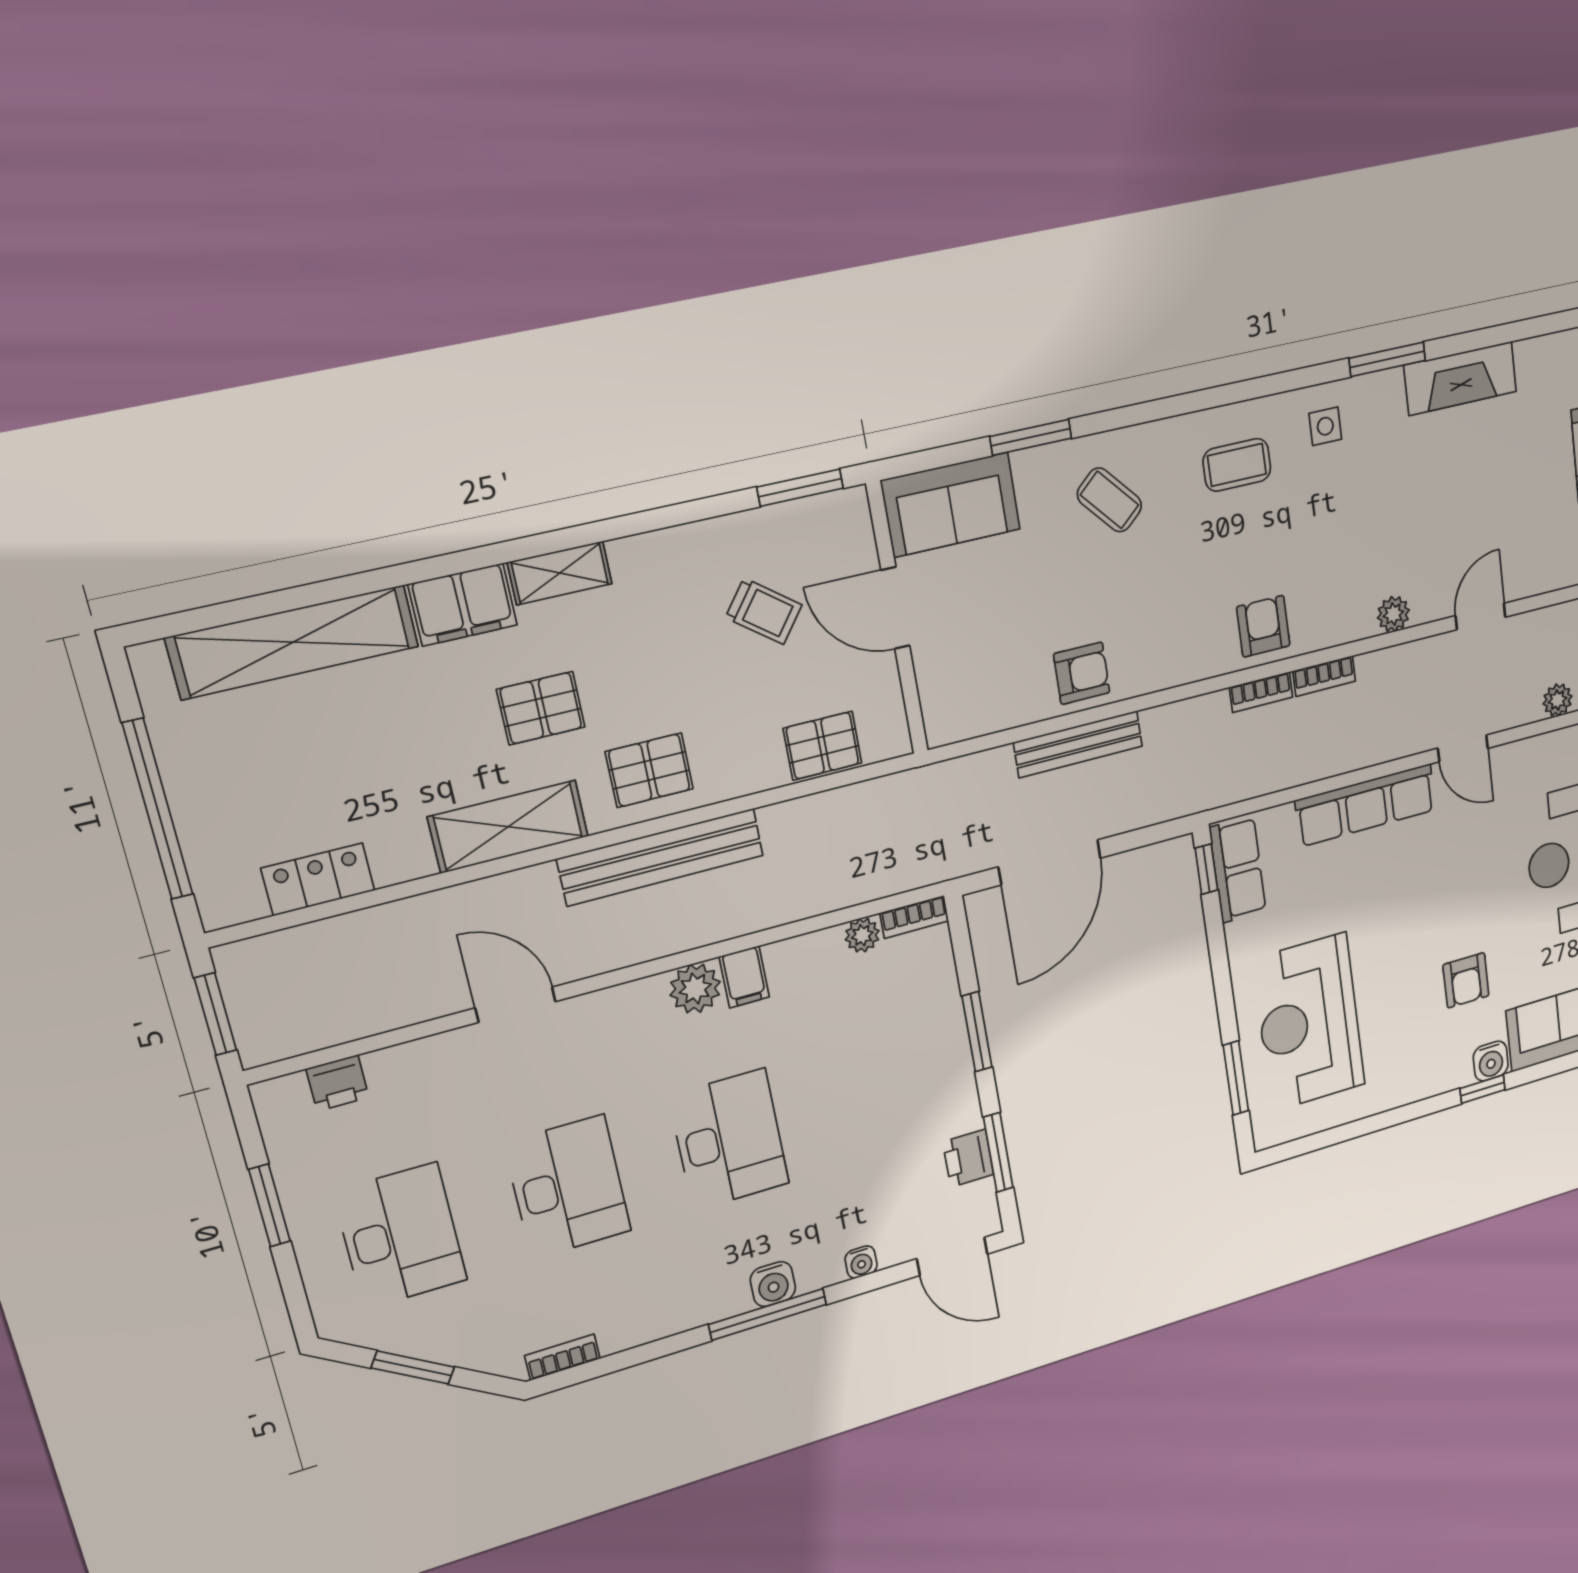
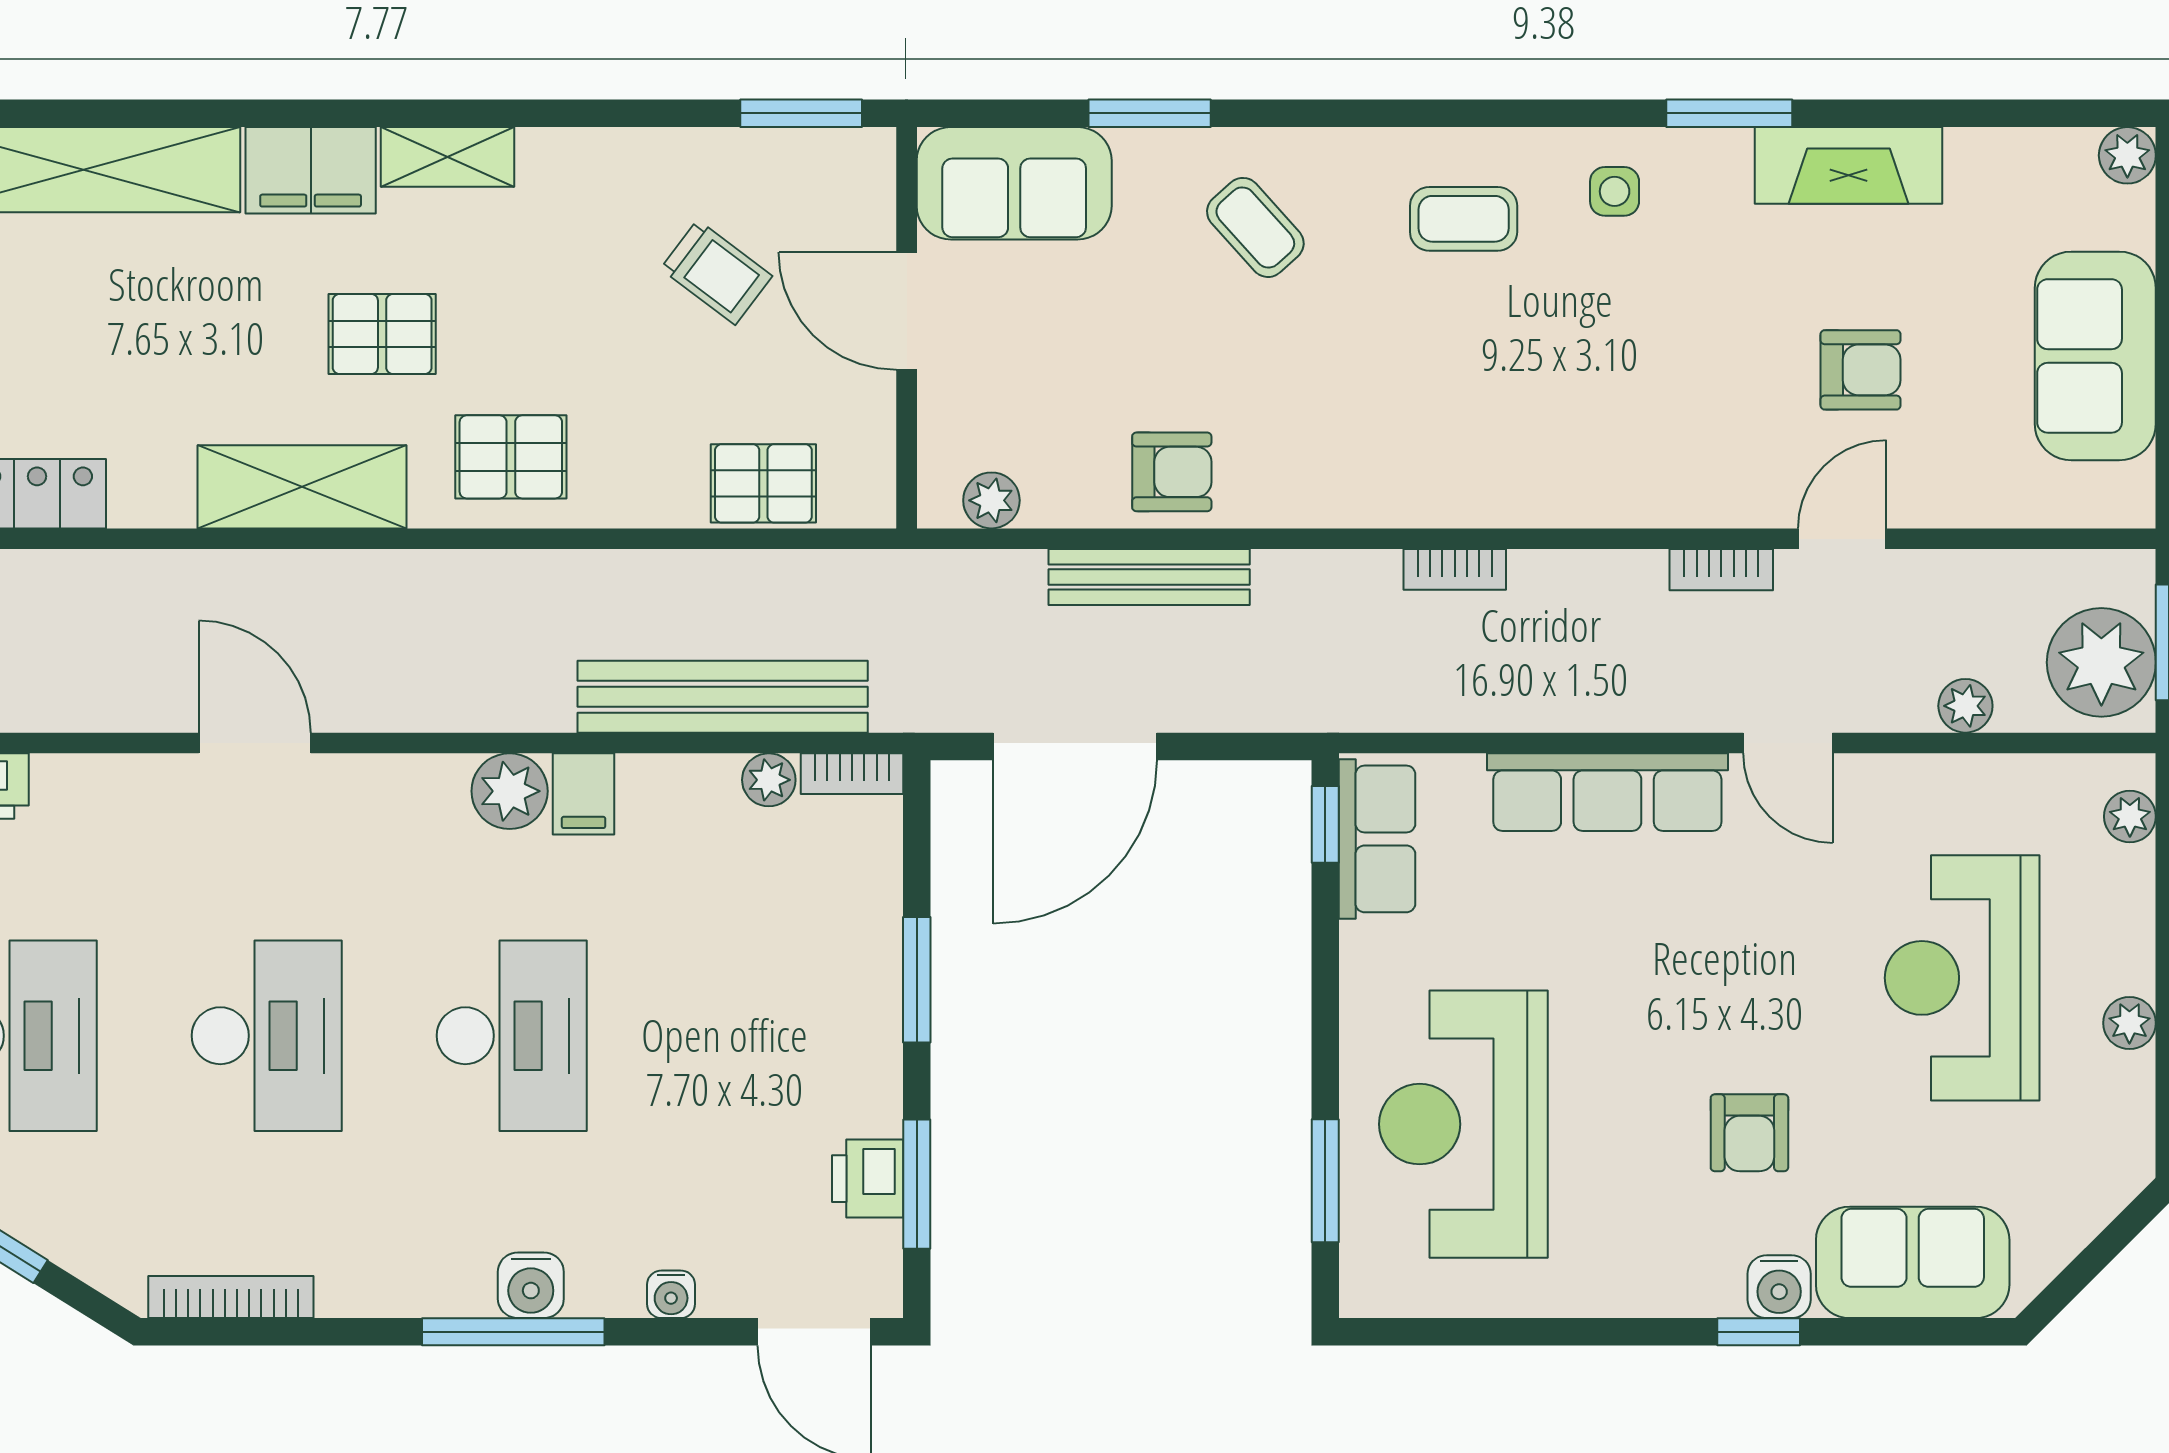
plant: (1393, 614) -> (991, 500), moved
armchair: (1263, 626) -> (1861, 370), moved, turned 90
bookcase: (1324, 676) -> (1721, 570), moved
bench: (661, 857) -> (723, 697), moved
bookcase: (562, 1357) -> (231, 1297), width x1.56

